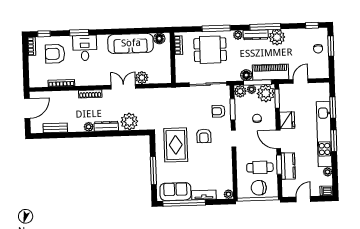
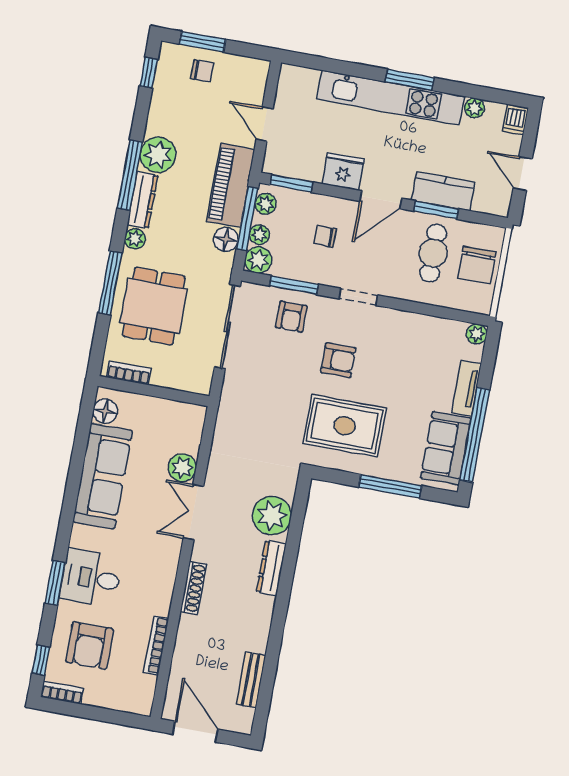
plant: (266, 93) -> (266, 204), width x0.53, depth x0.53
window: (333, 107) -> (337, 66), removed
plant: (89, 127) -> (264, 606), removed

